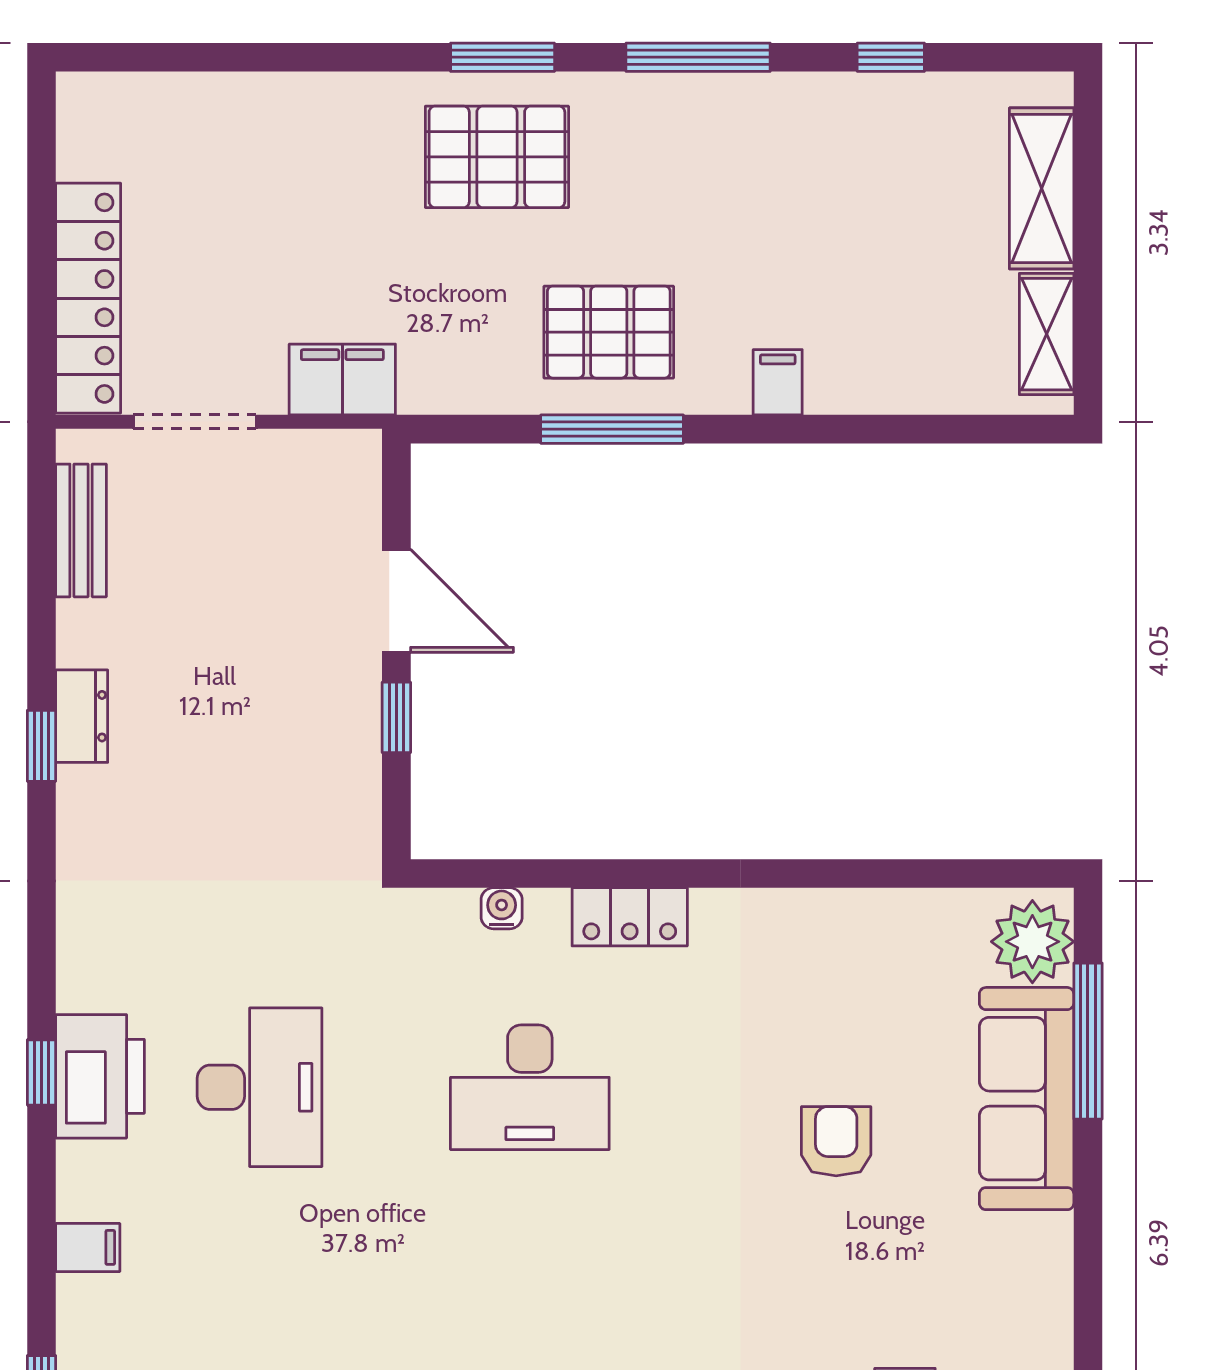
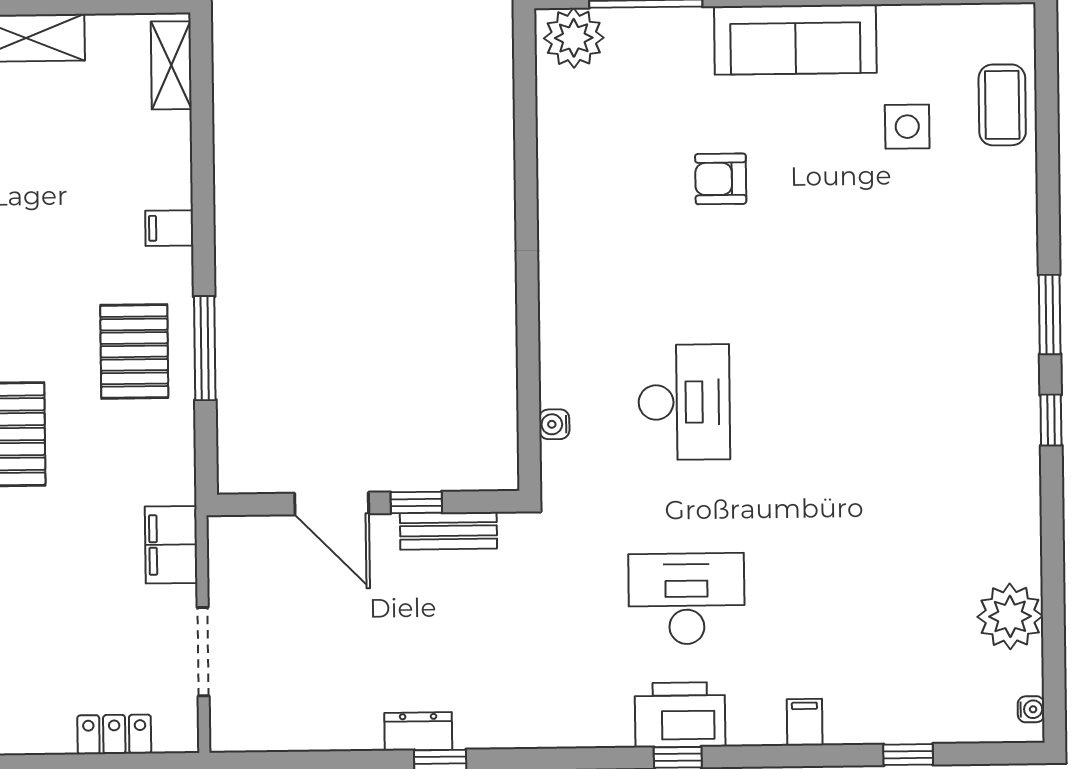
locker: (88, 298) -> (114, 734), width x0.46, depth x0.83
shelving: (1047, 334) -> (171, 65), moved, turned 90
bench: (81, 530) -> (448, 531), moved
door: (396, 601) -> (332, 504), swing flipped
locker: (630, 917) -> (559, 331), removed
sofa: (1027, 1099) -> (795, 39), moved

